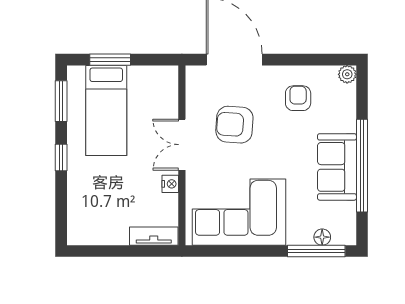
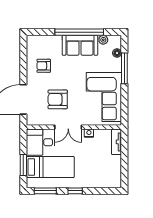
plant: (347, 74) -> (103, 40), moved
desk: (153, 92) -> (40, 142), added
armchair: (234, 125) -> (58, 99), turned 86
window: (316, 251) -> (124, 68), moved

